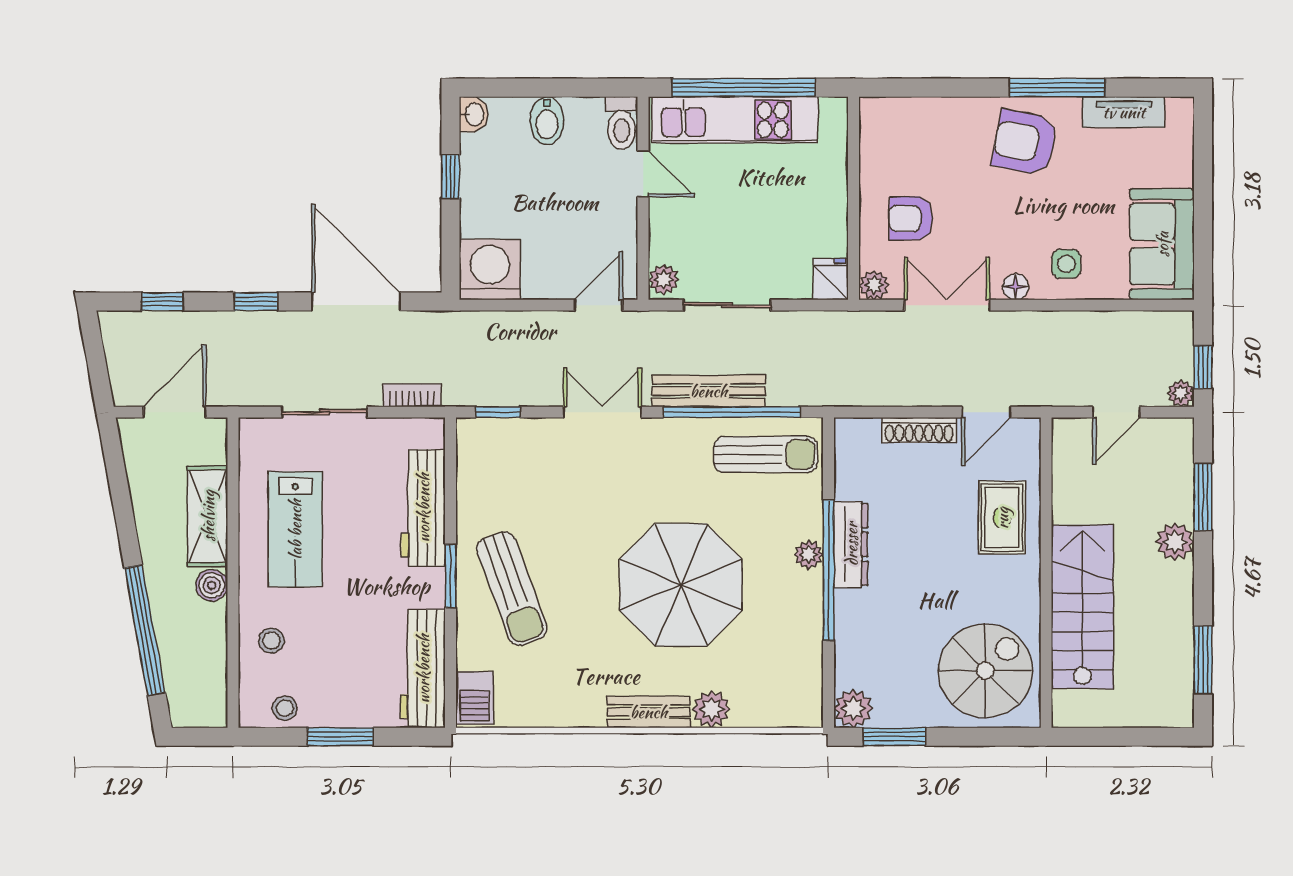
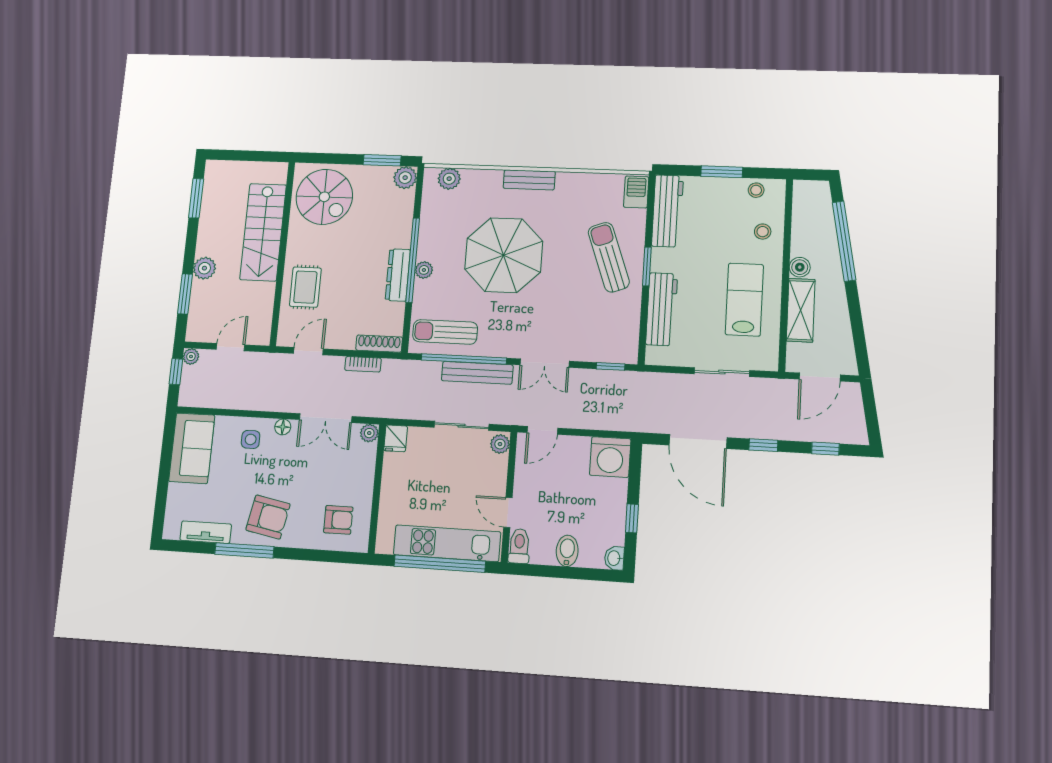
armchair: (911, 218) -> (338, 520), moved
bookcase: (412, 395) -> (363, 364), moved
shoe rack: (919, 430) -> (379, 344), moved
spiral stairs: (985, 671) -> (324, 197), turned -90
plant: (711, 709) -> (449, 179), moved

